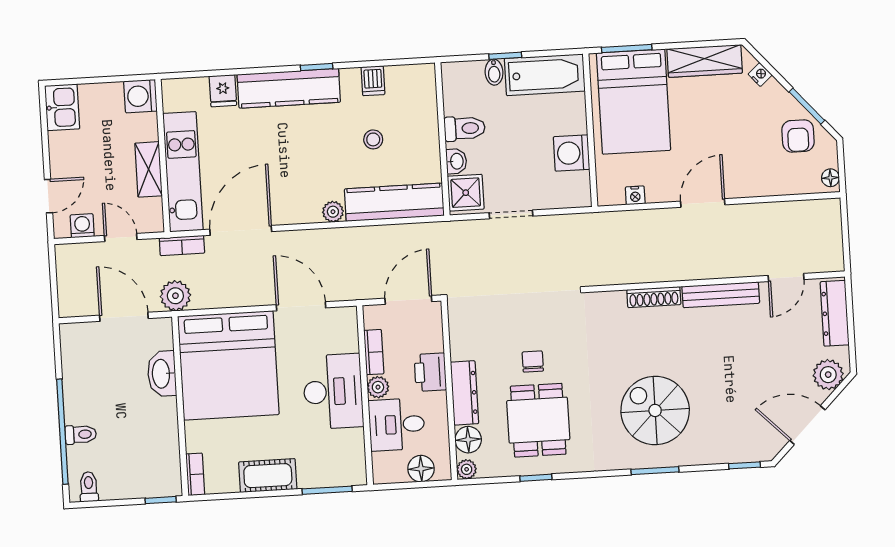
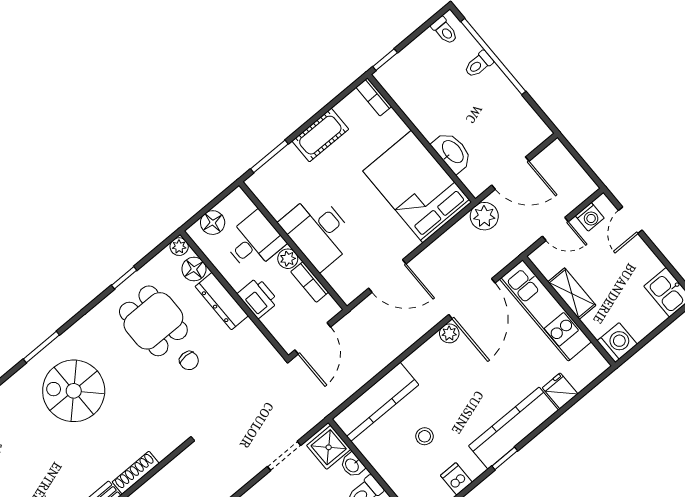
plant: (333, 212) -> (449, 333), moved
bookcase: (182, 245) -> (507, 256), removed
bed: (228, 365) -> (417, 187), width x0.73
spiral stairs: (655, 410) -> (74, 391), turned 180

